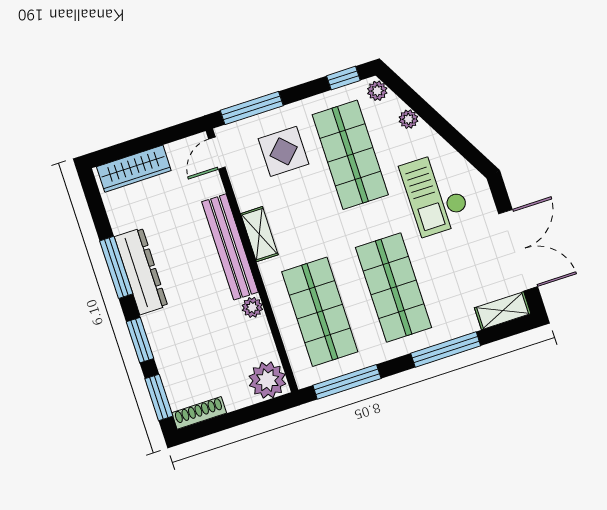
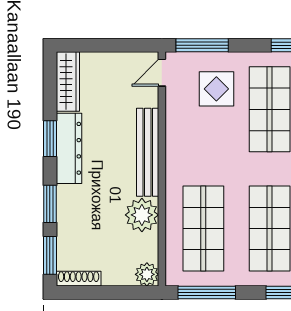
wardrobe: (134, 169) -> (68, 82), moved, turned -90
shelving: (259, 234) -> (175, 150), removed
window: (116, 267) -> (50, 139), width x0.69
plant: (252, 307) -> (142, 215), width x1.88, depth x1.88
plant: (267, 380) -> (147, 274), width x0.73, depth x0.73

